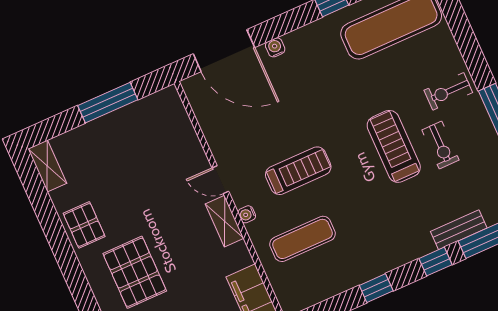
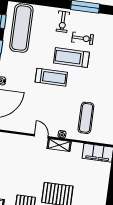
treadmill: (298, 171) -> (51, 77), moved, turned 90
door: (220, 180) -> (41, 136), swing flipped

